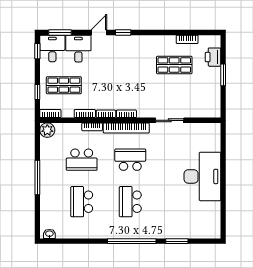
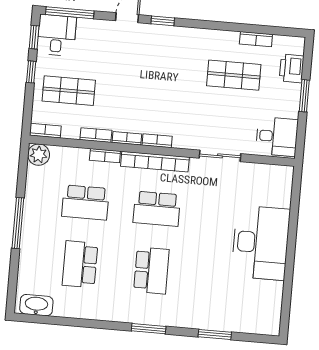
window: (60, 32) -> (70, 13), width x1.44
desk: (78, 49) -> (277, 136), moved, turned 90
window: (37, 92) -> (31, 72), moved
school desk: (130, 160) -> (157, 209), turned 180
school desk: (130, 202) -> (151, 271), turned 180
washbasin: (49, 234) -> (36, 305), width x1.91, depth x1.45
window: (132, 241) -> (149, 329), width x0.47

